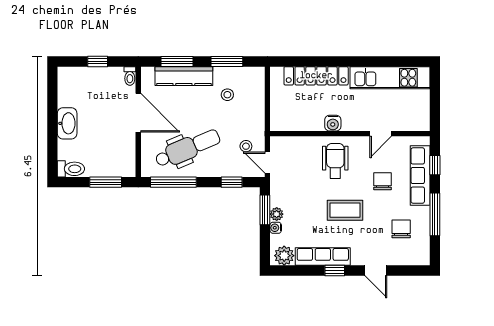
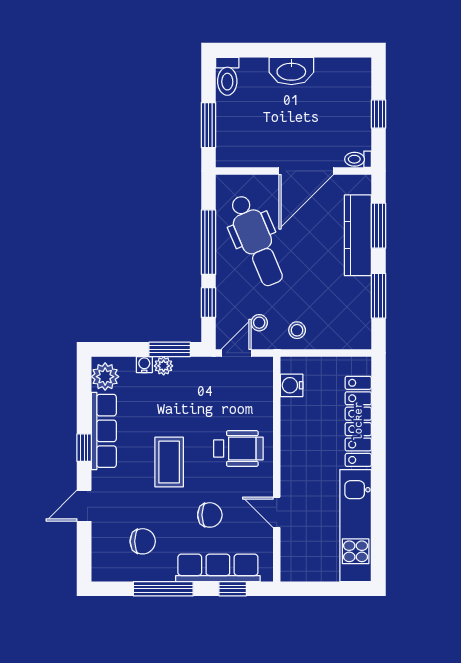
stool: (227, 95) -> (297, 330), moved
water cooler: (333, 123) -> (292, 385), moved
window: (173, 182) -> (209, 242), moved

